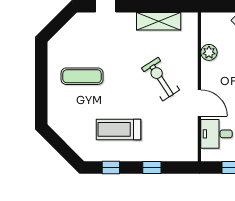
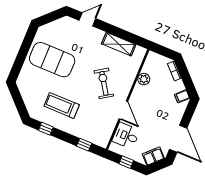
exercise mat: (82, 76) -> (52, 60), width x2.00, depth x1.45
window: (152, 167) -> (84, 145), moved

